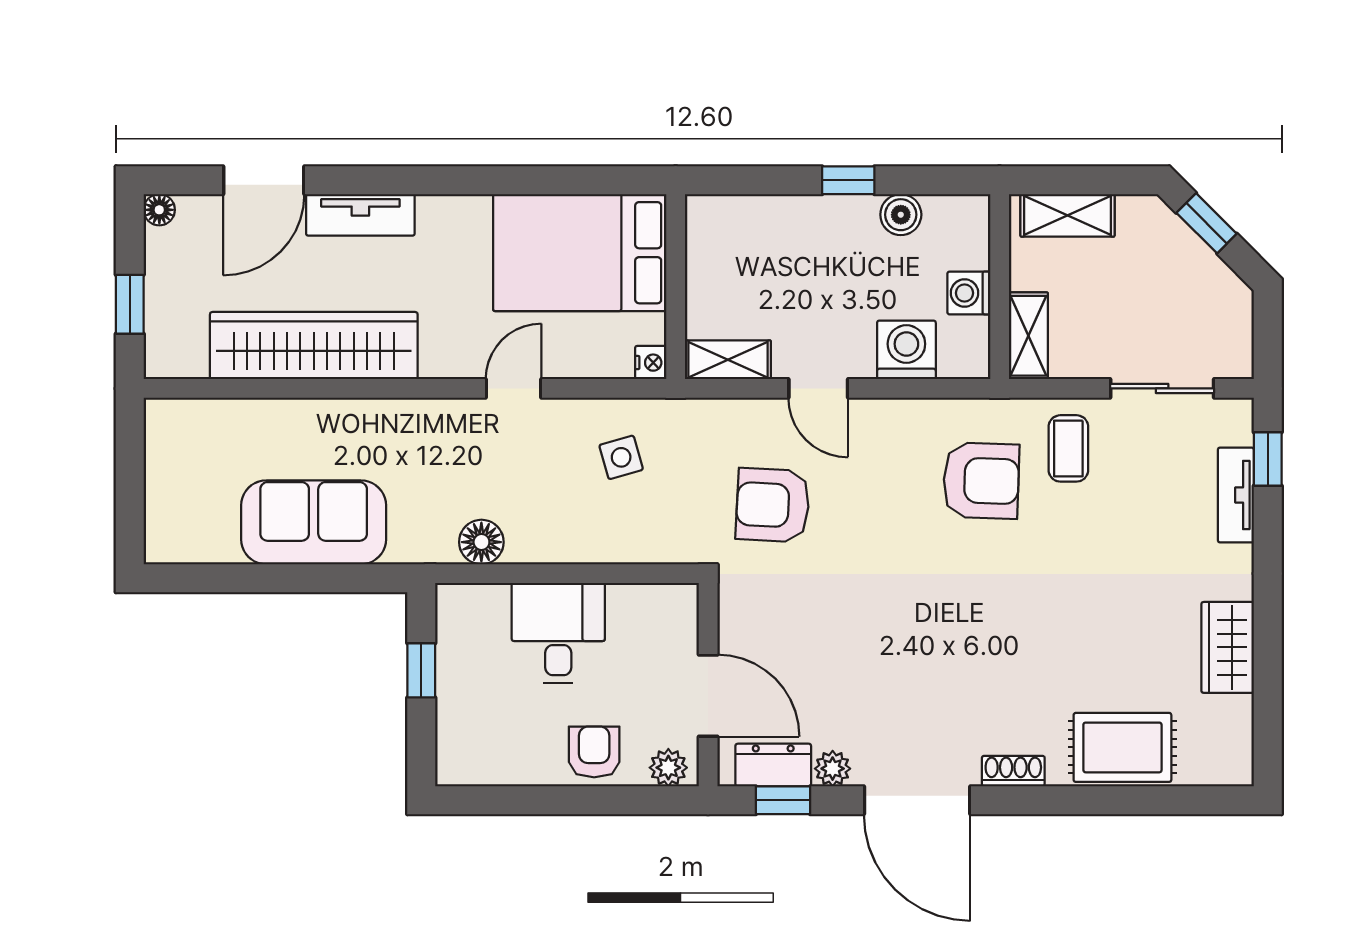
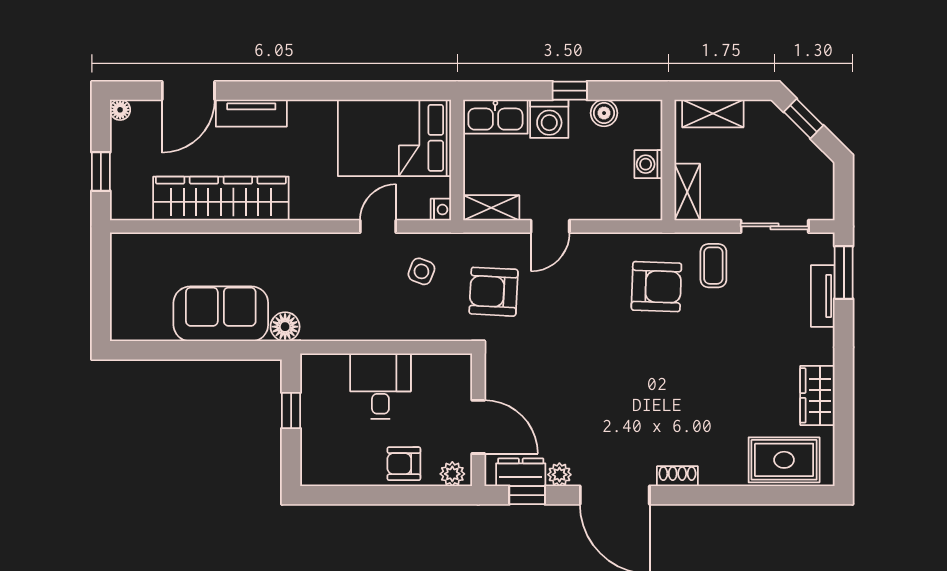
kitchen sink: (734, 220) -> (495, 117), added
washing machine: (906, 350) -> (549, 119), moved, turned 180
door: (513, 388) -> (378, 226), moved
door: (818, 388) -> (550, 226), hinge flipped
side table: (621, 457) -> (421, 271), turned 37
window: (1268, 459) -> (844, 272), width x1.50
armchair: (773, 505) -> (494, 292), moved
floor lamp: (481, 542) -> (285, 327), moved
rug: (1122, 747) -> (784, 460), moved
armchair: (594, 752) -> (404, 464), turned -90

